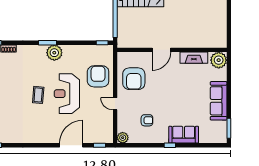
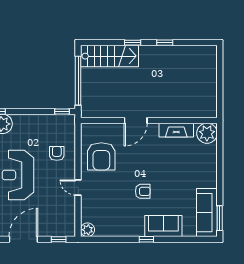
armchair: (98, 76) -> (57, 153), width x0.53, depth x0.53
sofa: (219, 101) -> (207, 213), moved
armchair: (147, 120) -> (143, 191), moved

